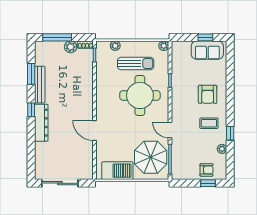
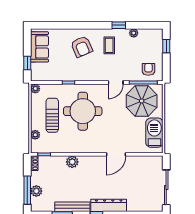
window: (205, 37) -> (27, 63), moved
plant: (71, 47) -> (36, 191), moved
plant: (87, 84) -> (72, 162), added
armchair: (208, 94) -> (82, 47), turned 66
armchair: (207, 170) -> (148, 69), moved

